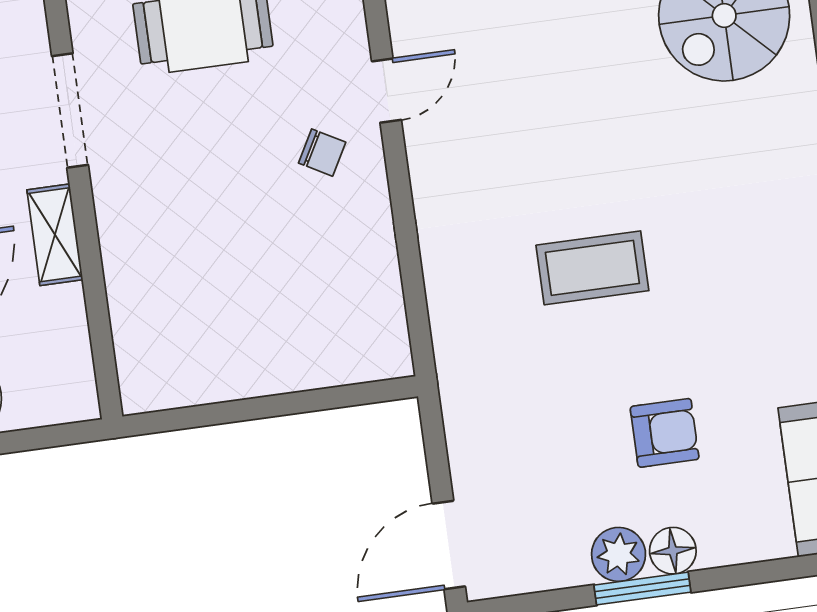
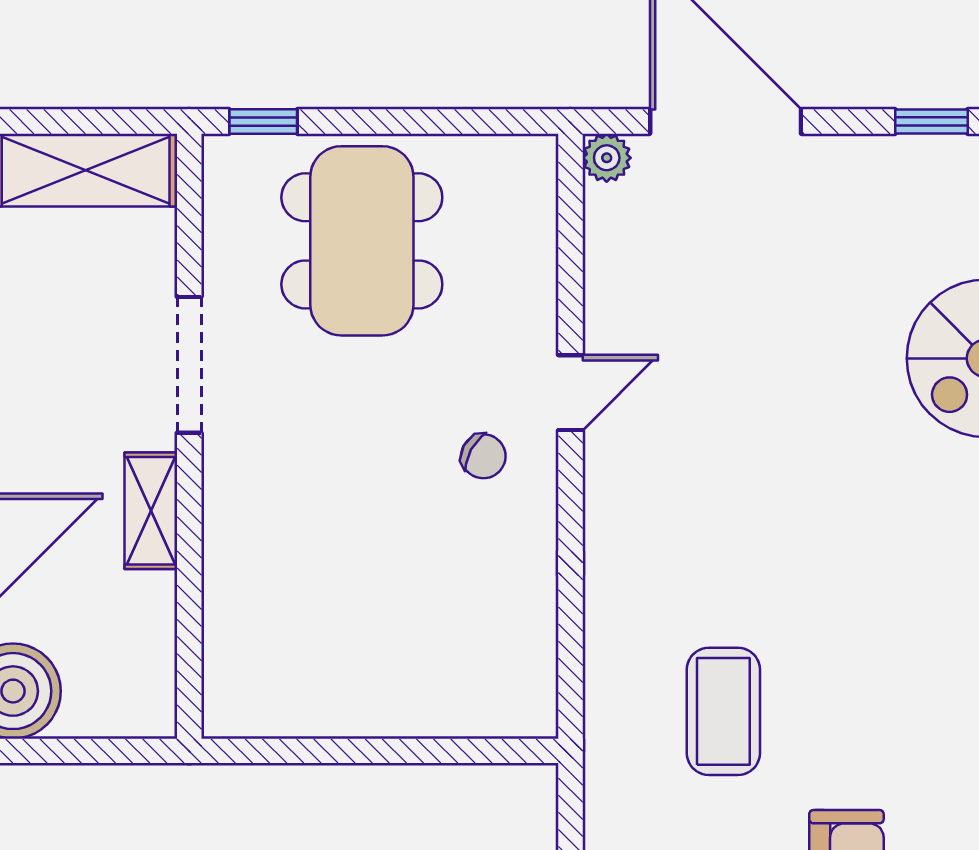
coffee table: (592, 268) -> (723, 711), moved, turned 90

